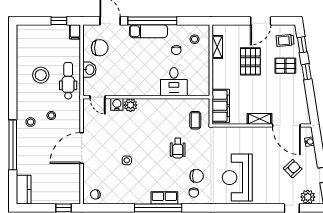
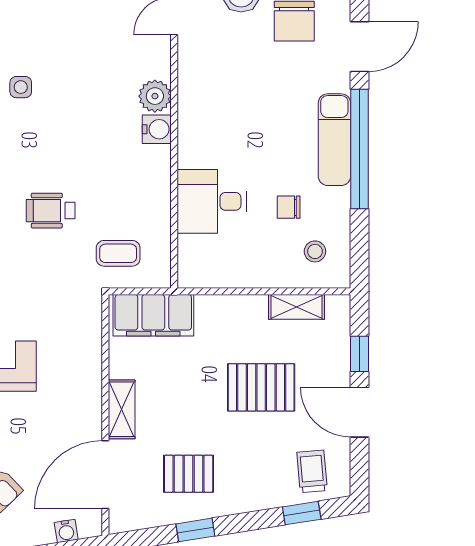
window: (237, 21) -> (360, 354), added
pallet: (285, 66) -> (189, 474), moved, turned 90
window: (306, 72) -> (195, 530), moved
water cooler: (117, 104) -> (157, 129), moved

